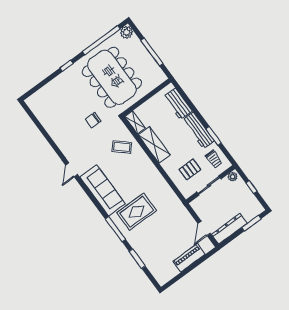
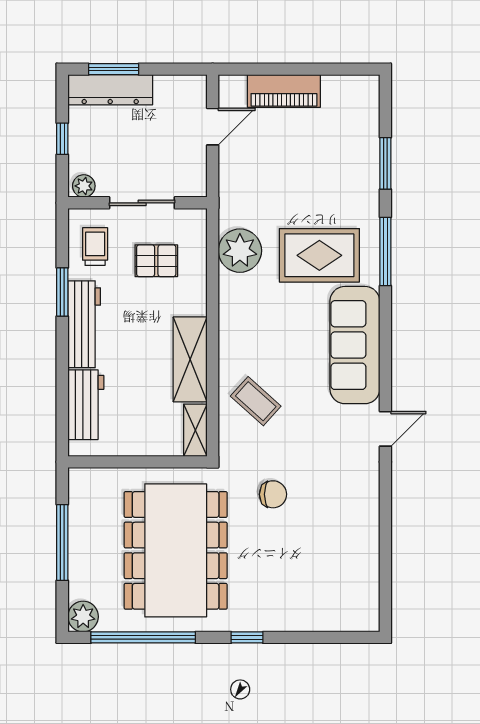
plant: (164, 194) -> (240, 251), added
dresser: (229, 229) -> (110, 90), moved

